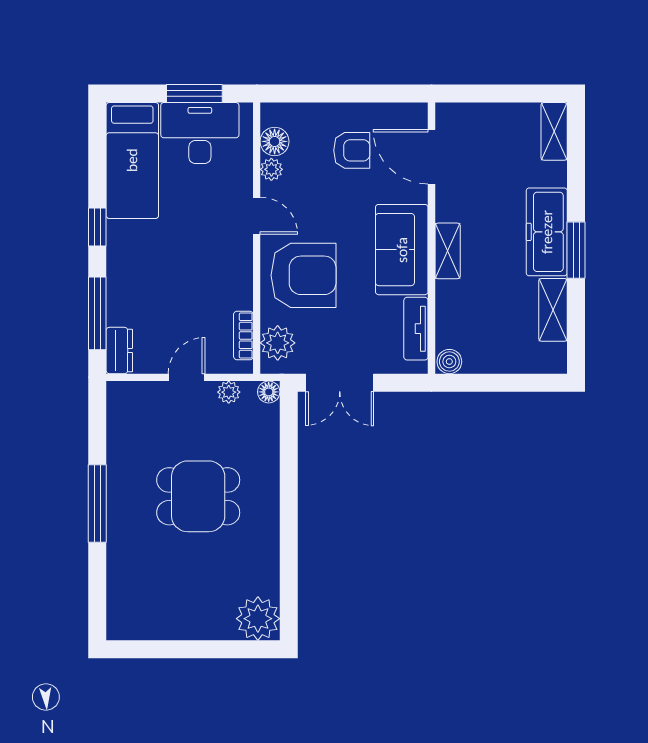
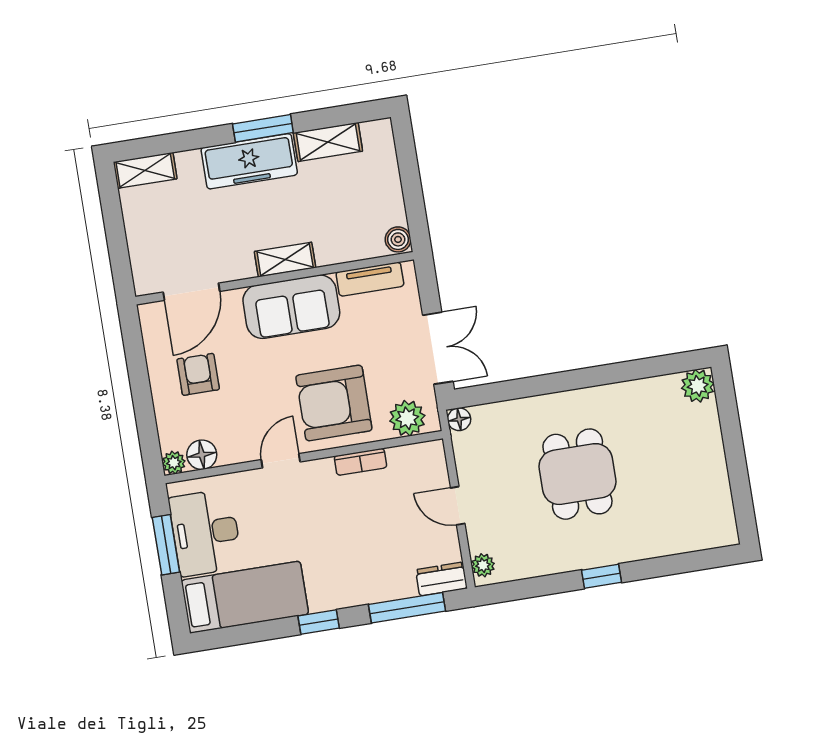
plant: (271, 169) -> (174, 463), moved
armchair: (304, 275) -> (334, 403), turned -90
bookcase: (243, 335) -> (360, 462), moved
plant: (229, 392) -> (483, 565), moved
window: (97, 503) -> (602, 576), width x0.46
plant: (258, 619) -> (698, 386), width x0.73, depth x0.73

